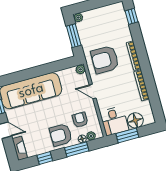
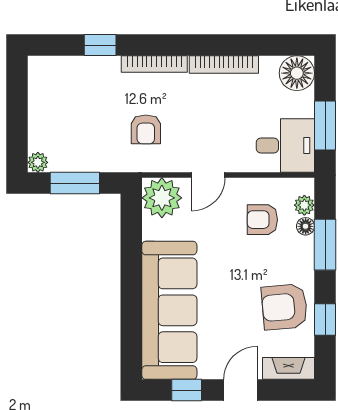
window: (132, 16) -> (100, 45), moved
armchair: (105, 60) -> (146, 129), width x0.53, depth x0.53
plant: (81, 69) -> (162, 198), width x1.87, depth x1.87
floor lamp: (135, 120) -> (297, 73), moved
armchair: (61, 135) -> (285, 307), moved, turned 85

